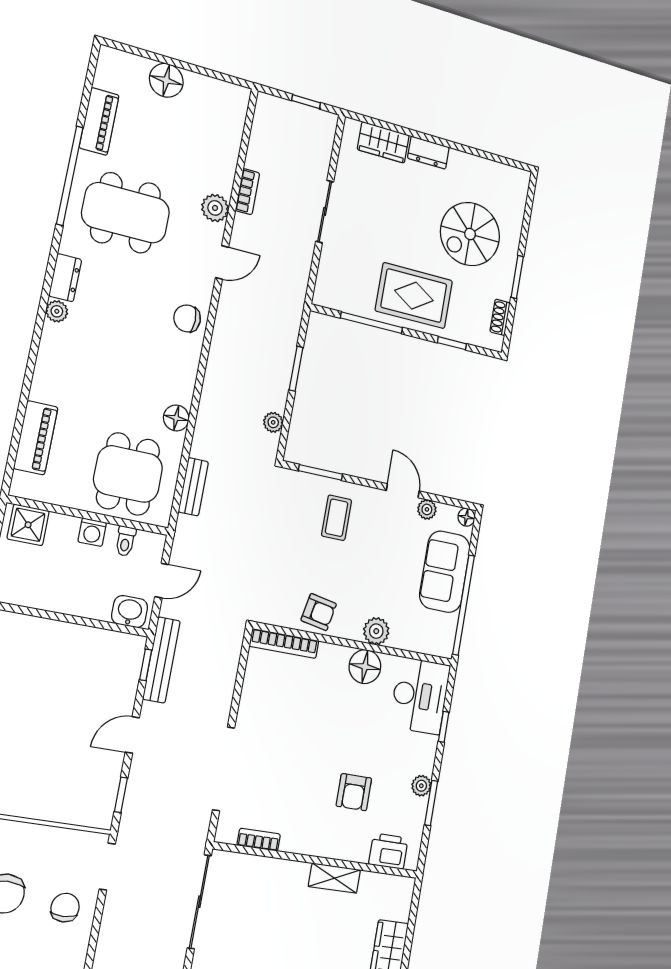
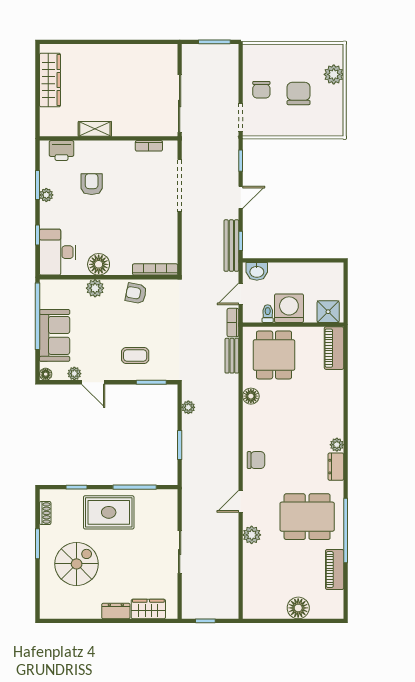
bookcase: (247, 192) -> (233, 323), moved
piano: (36, 438) -> (334, 348), moved
coffee table: (337, 518) -> (135, 355), turned 90
washing machine: (92, 532) -> (289, 308), width x1.89, depth x1.89

